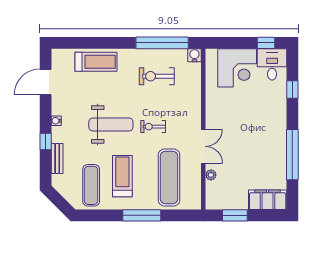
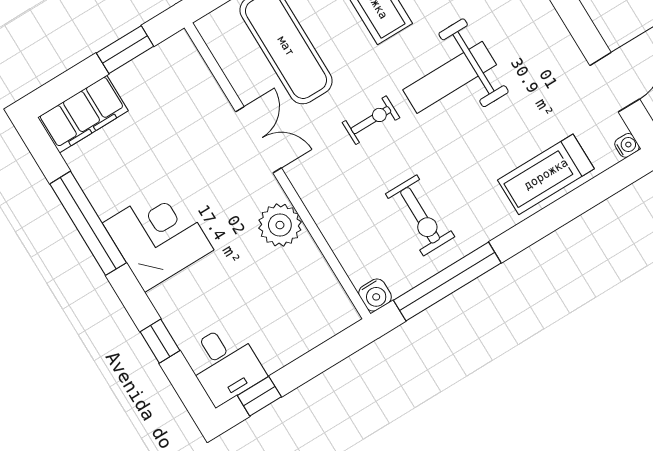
corner desk: (237, 68) -> (158, 236), moved, turned 90
exercise bike: (157, 76) -> (420, 215), turned 90
water cooler: (56, 121) -> (627, 145), moved
double door: (203, 146) -> (258, 140), swing flipped
plant: (211, 175) -> (280, 225), moved, width x1.87, depth x1.87

